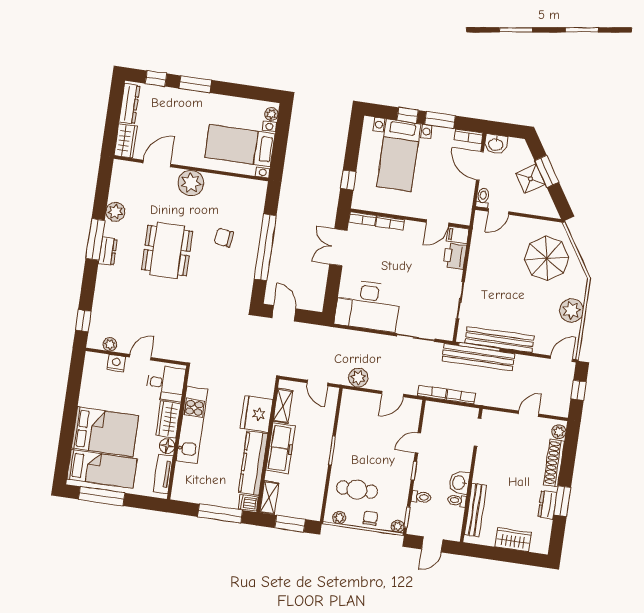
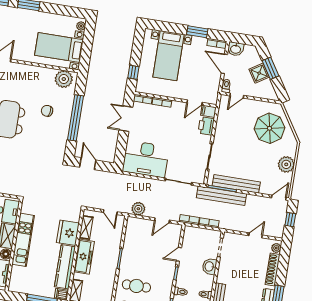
window: (408, 115) -> (175, 28), removed
plant: (191, 183) -> (64, 79), moved
washbasin: (459, 483) -> (210, 266), moved

